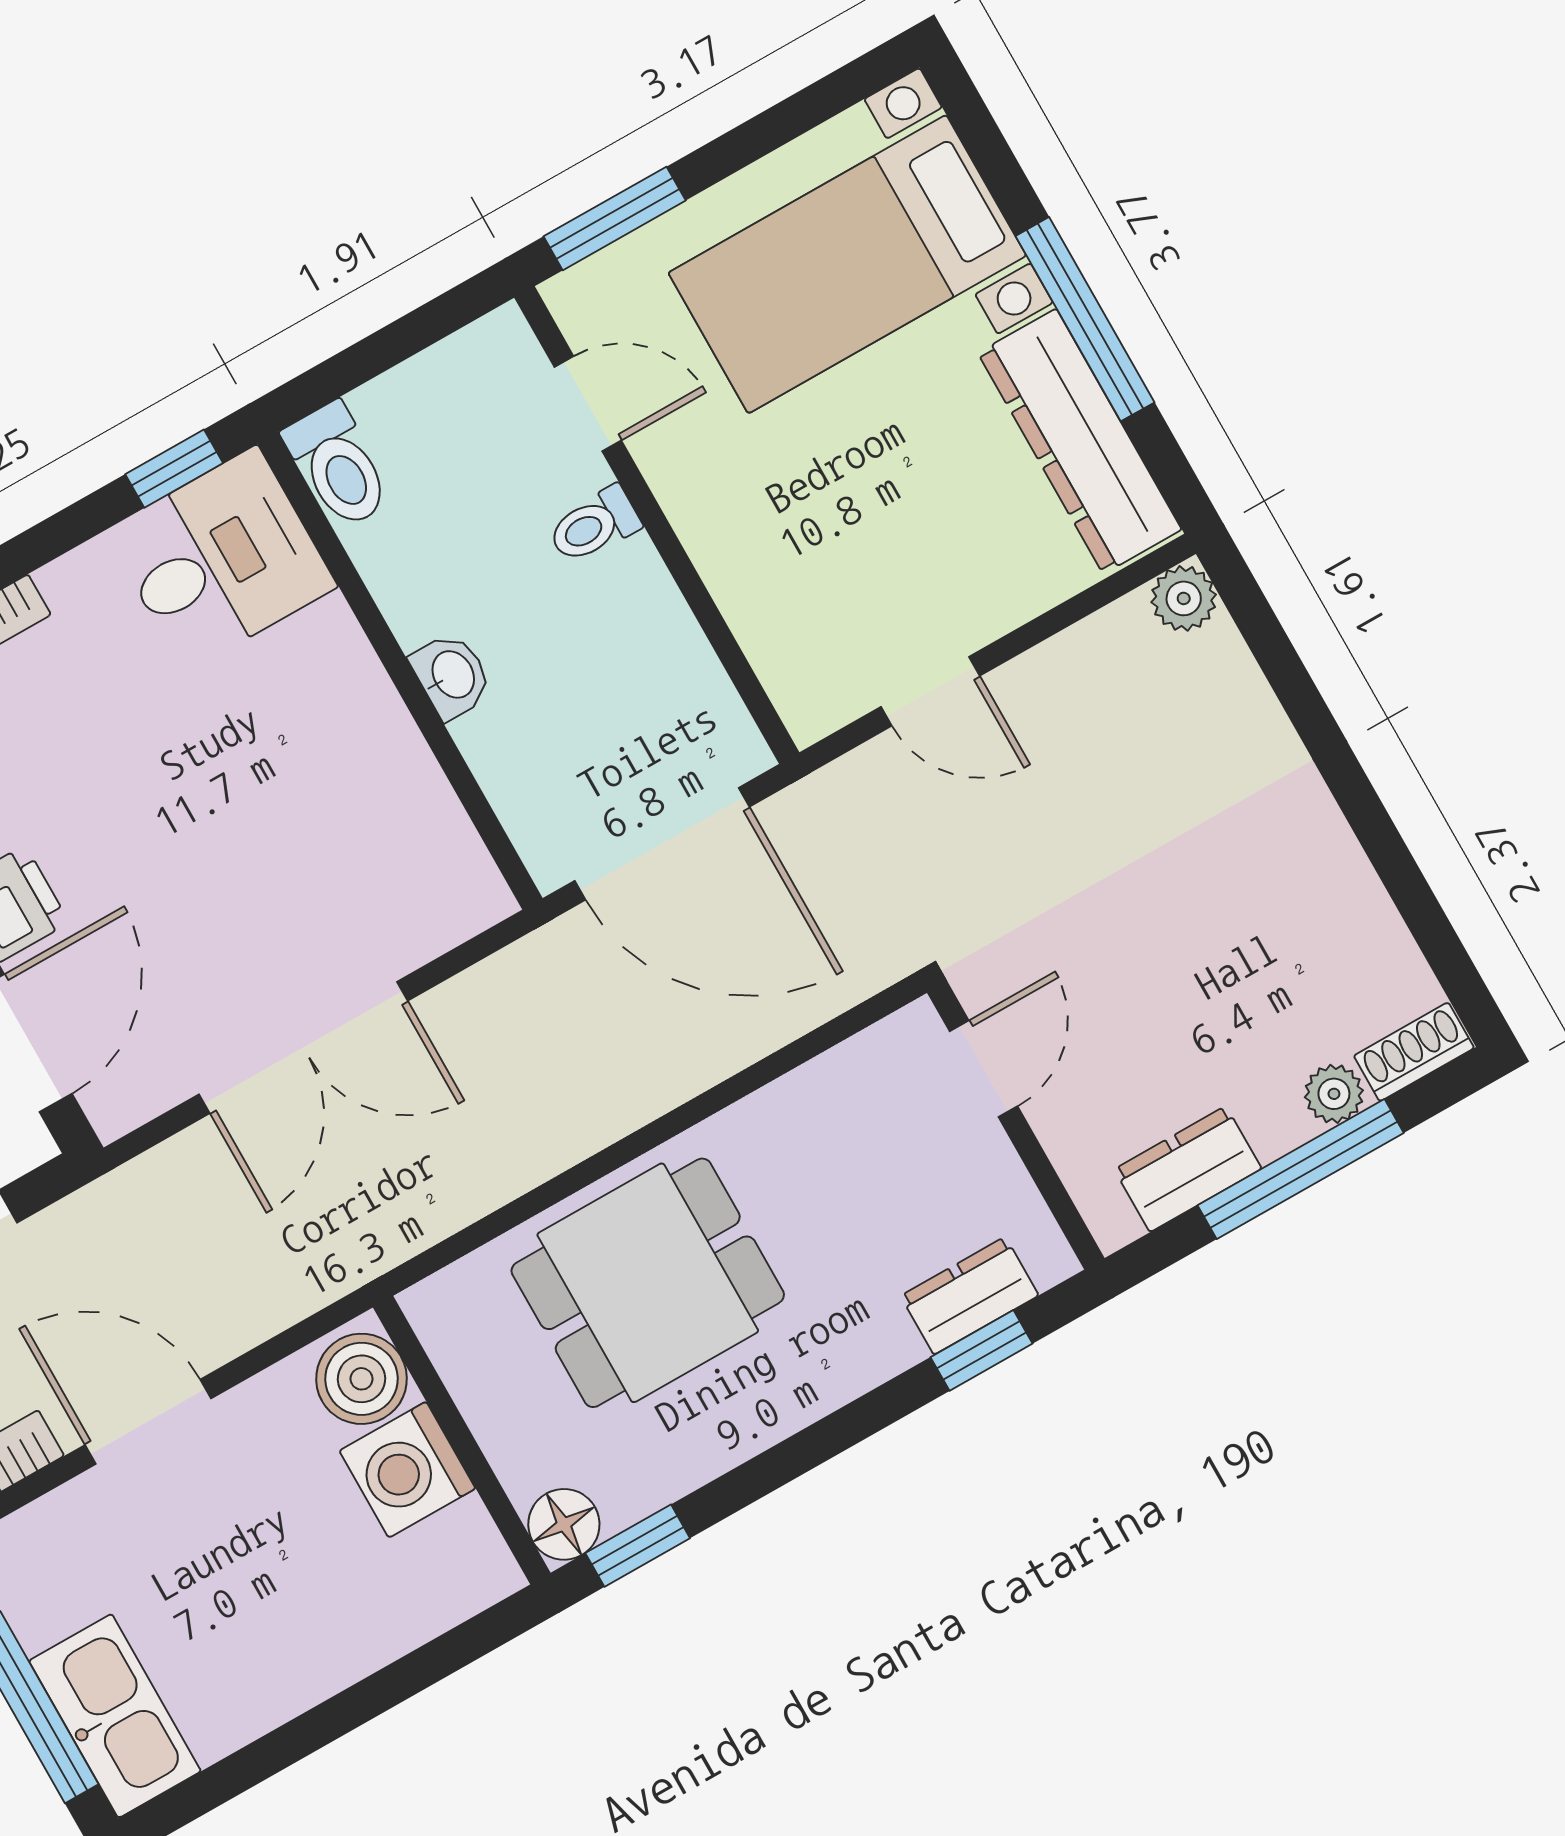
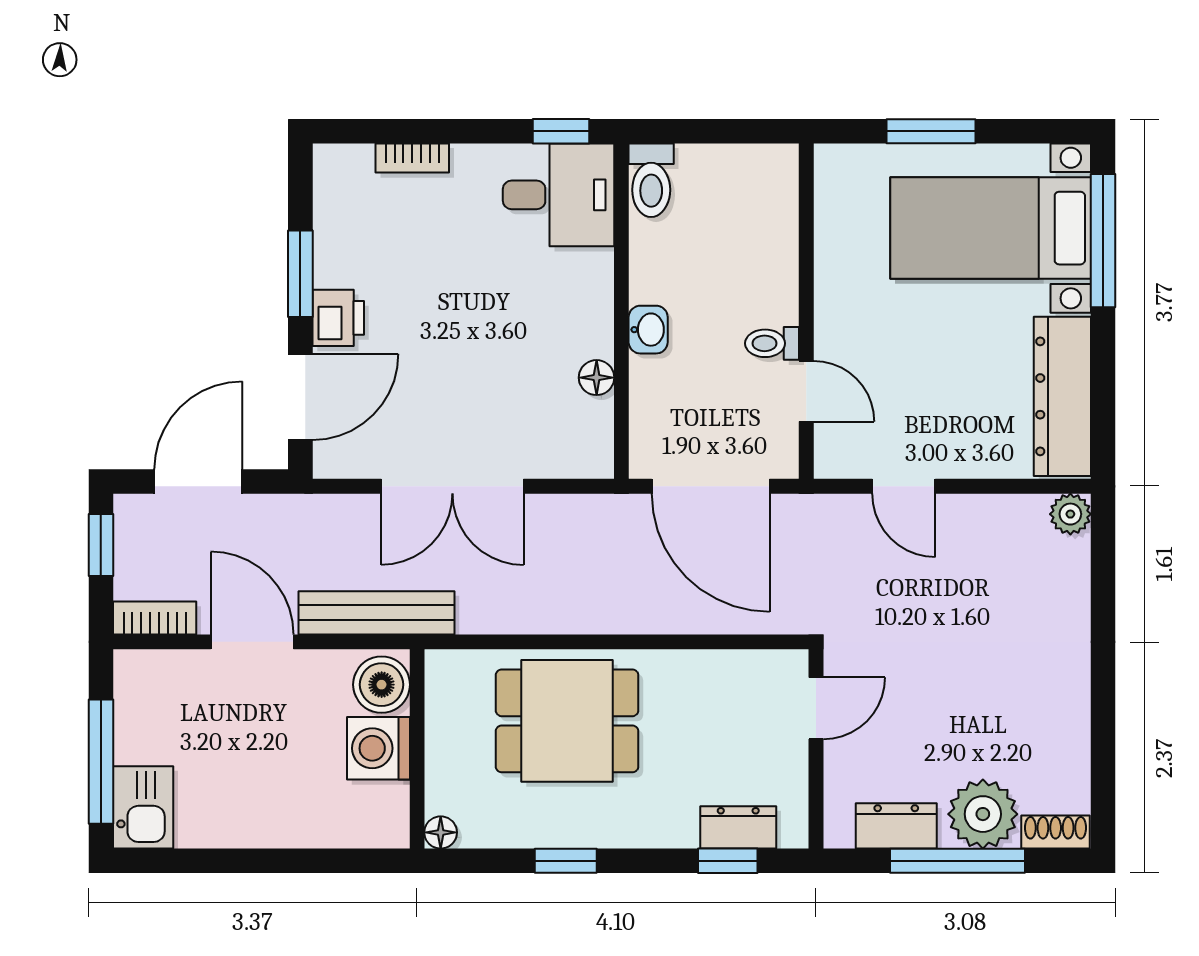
window: (615, 218) -> (931, 131), moved
window: (1085, 319) -> (1103, 241), moved
door: (588, 404) -> (806, 391), moved
toilet: (594, 525) -> (772, 343), moved
floor lamp: (418, 783) -> (597, 378), added
plant: (1334, 1094) -> (983, 814), width x1.87, depth x1.87
bench: (298, 1283) -> (376, 613), added
floor lamp: (564, 1524) -> (441, 832), width x0.73, depth x0.73
window: (638, 1546) -> (566, 861), moved
kitchen sink: (115, 1716) -> (143, 807), width x0.73

